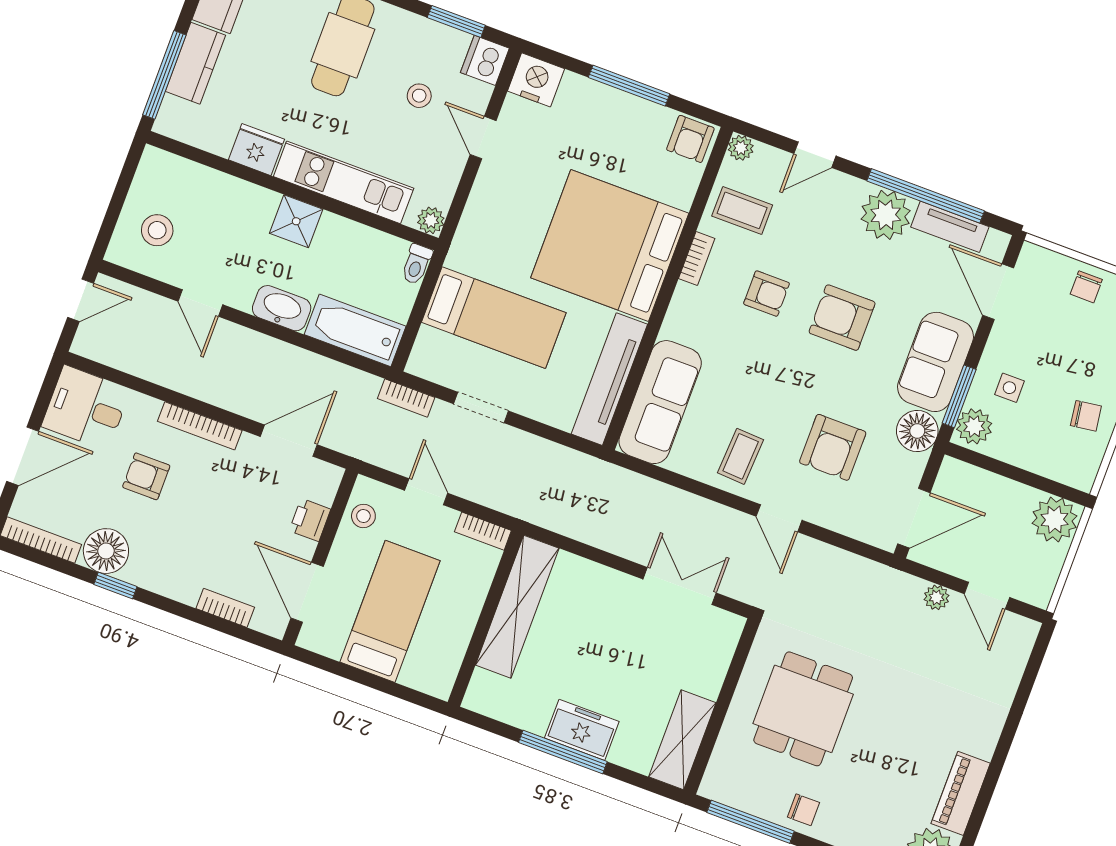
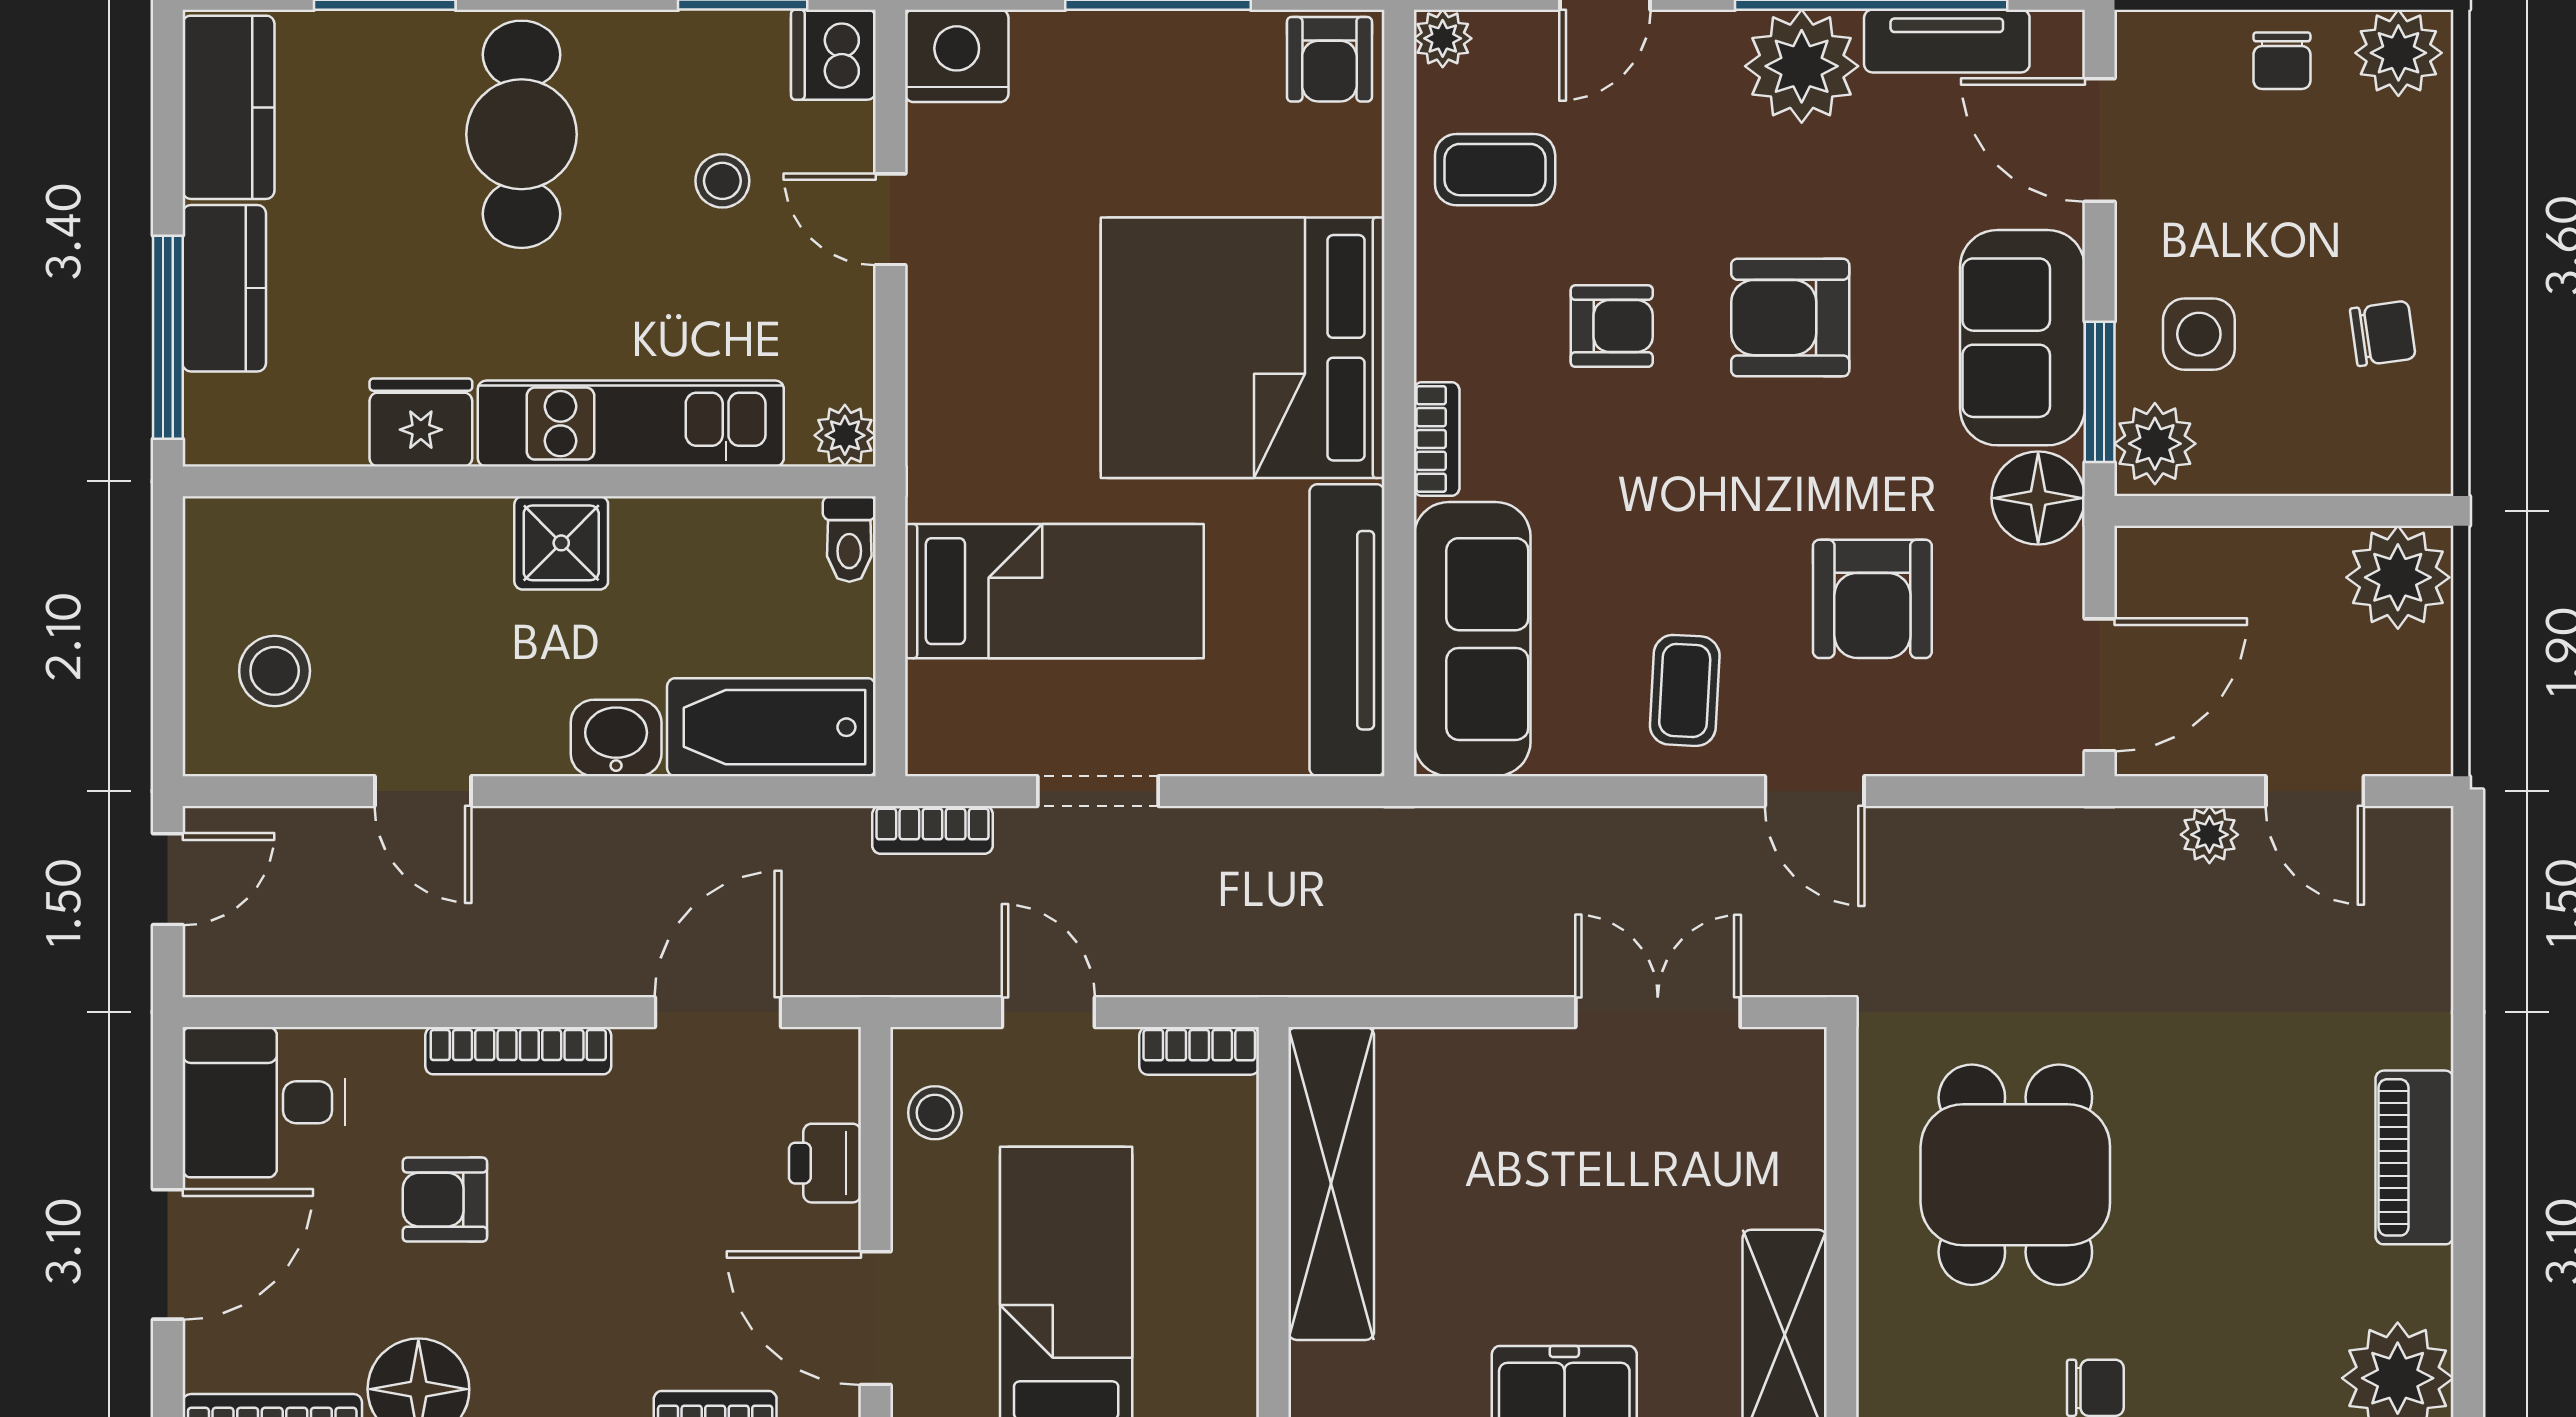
bookcase: (697, 258) -> (1437, 439), moved
washbasin: (282, 308) -> (616, 738), width x0.72
side table: (1009, 388) -> (2199, 334), width x1.37, depth x1.37
piano: (961, 793) -> (2415, 1157), moved

